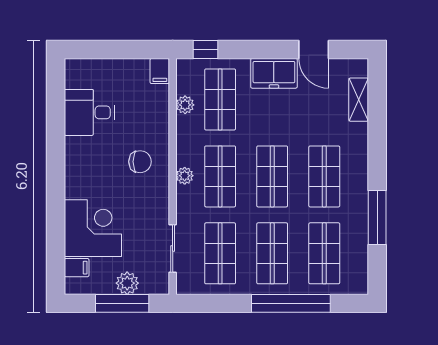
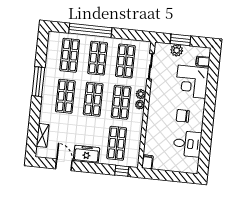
plant: (185, 105) -> (141, 94), moved
chair: (140, 162) -> (183, 116), moved
window: (377, 217) -> (38, 82), moved
window: (122, 303) -> (181, 40), width x0.69

